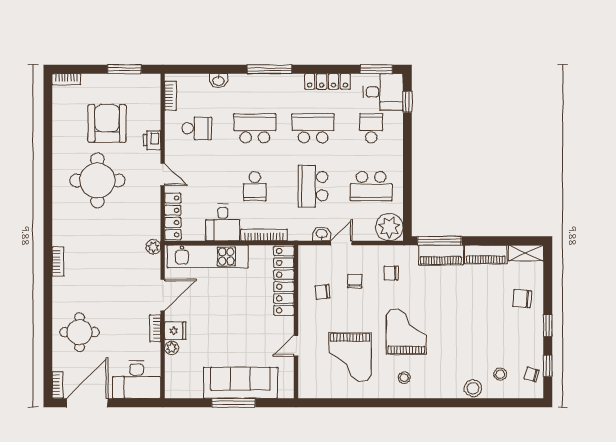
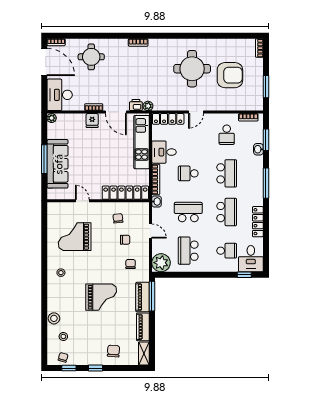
window: (376, 69) -> (266, 140), moved
printer: (152, 140) -> (136, 105), moved
washbasin: (322, 234) -> (157, 202), moved
grand piano: (406, 332) -> (101, 297), moved
plant: (172, 348) -> (52, 118), moved

